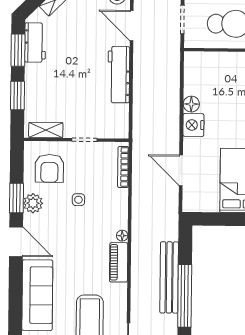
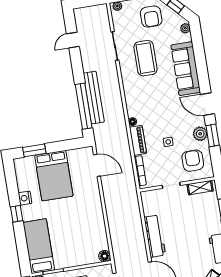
floor lamp: (191, 104) -> (105, 256), moved
nightstand: (193, 125) -> (95, 209), removed
door: (181, 170) -> (97, 165), moved
piano: (119, 262) -> (138, 140), moved
window: (185, 296) -> (84, 106), moved

